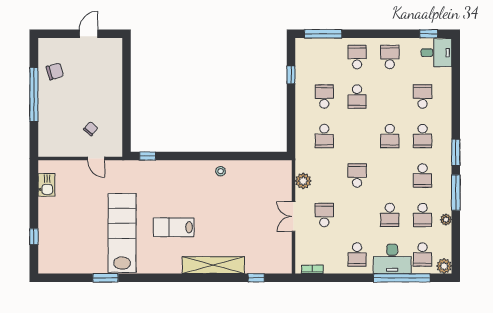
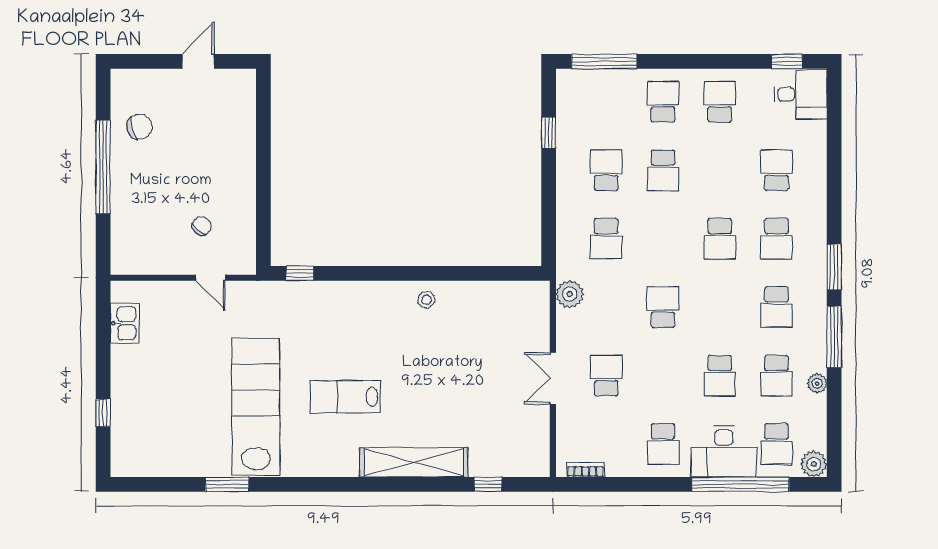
plant: (303, 181) -> (570, 294), moved

